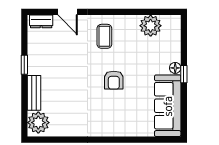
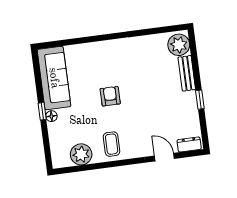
coffee table: (104, 36) -> (112, 144), moved

